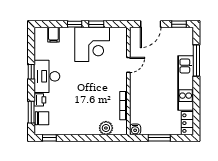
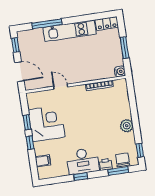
plant: (106, 128) -> (127, 126), moved

